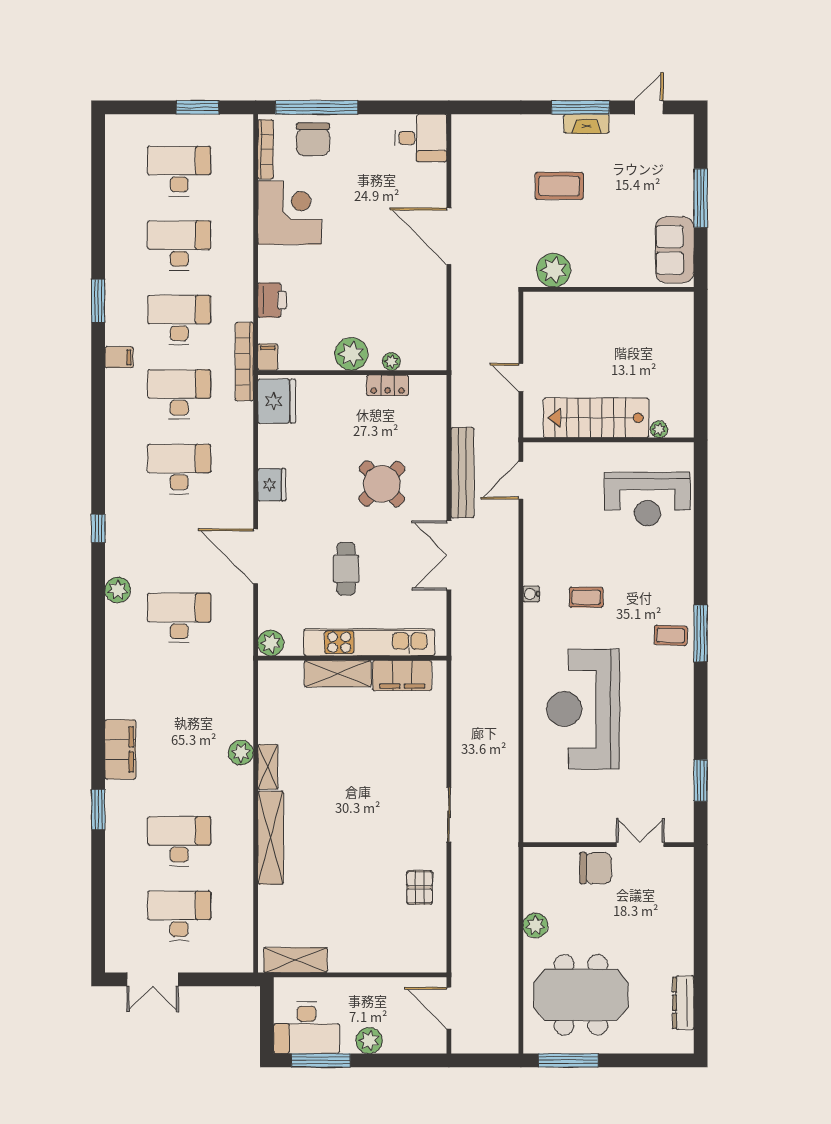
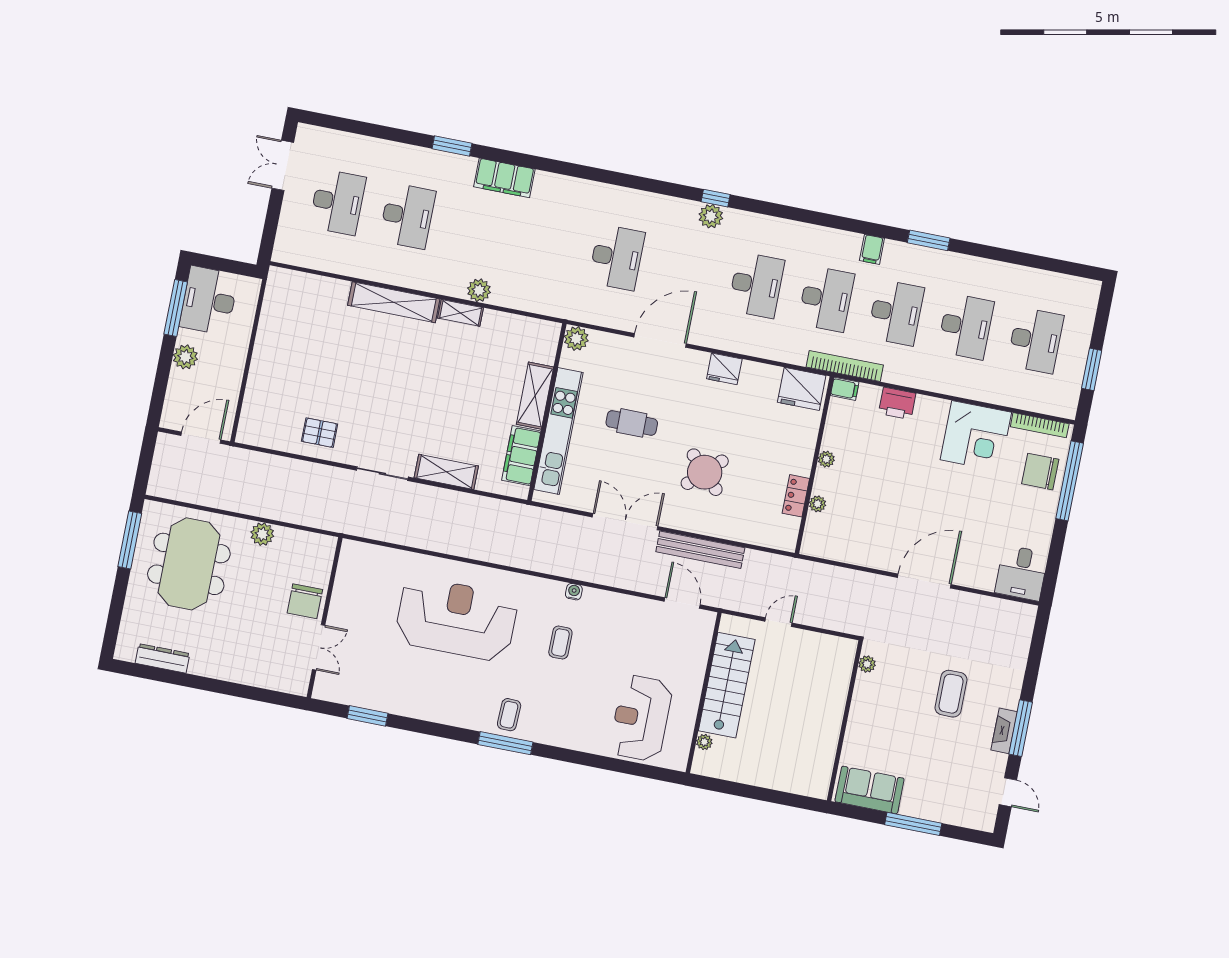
plant: (554, 270) -> (867, 664), width x0.53, depth x0.53
plant: (351, 354) -> (826, 459), width x0.53, depth x0.53
plant: (118, 590) -> (711, 216), moved
shelving: (295, 960) -> (446, 472), moved, turned 90

